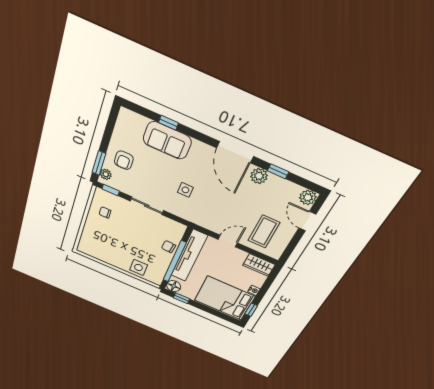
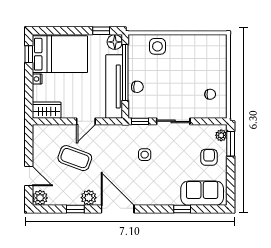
sofa: (167, 140) -> (202, 193), moved
window: (111, 190) -> (140, 121), moved
coffee table: (264, 231) -> (75, 158), moved, turned -70

